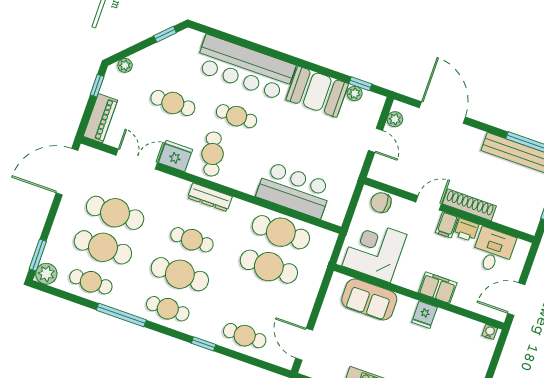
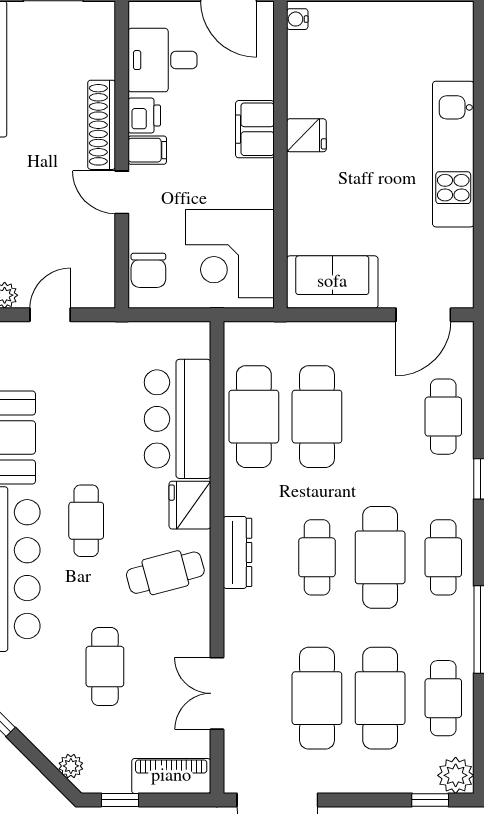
cafe table: (237, 116) -> (86, 521), moved
fridge: (176, 156) -> (190, 505), moved
window: (38, 255) -> (430, 800), width x0.67
sofa: (369, 299) -> (332, 282), moved, turned -90

